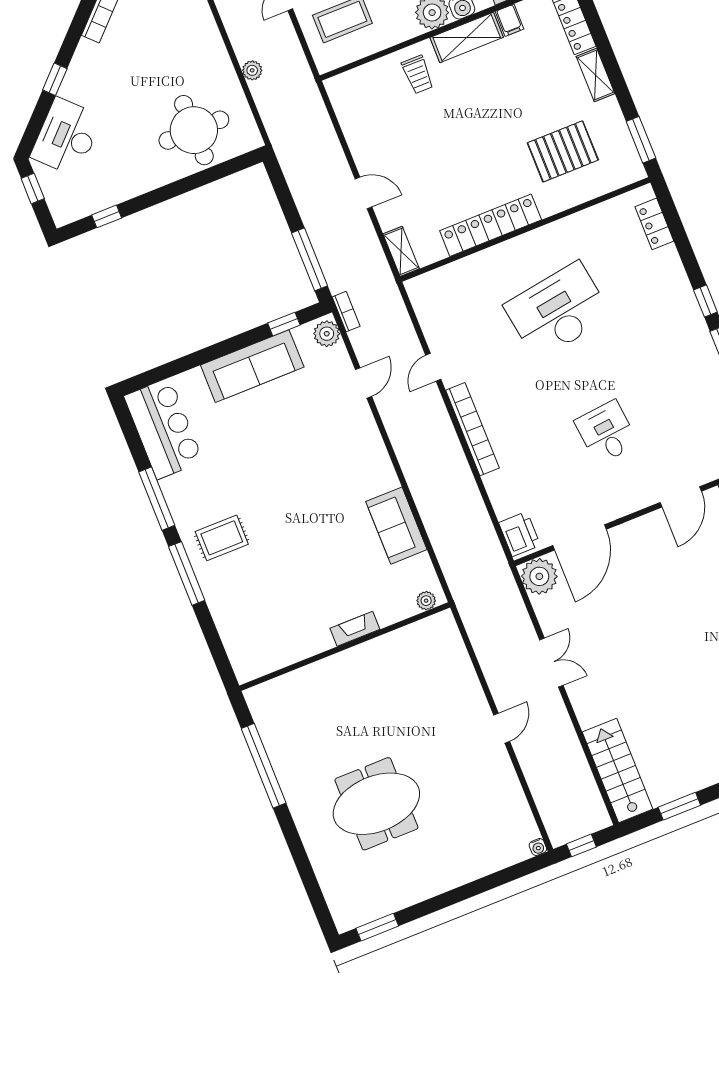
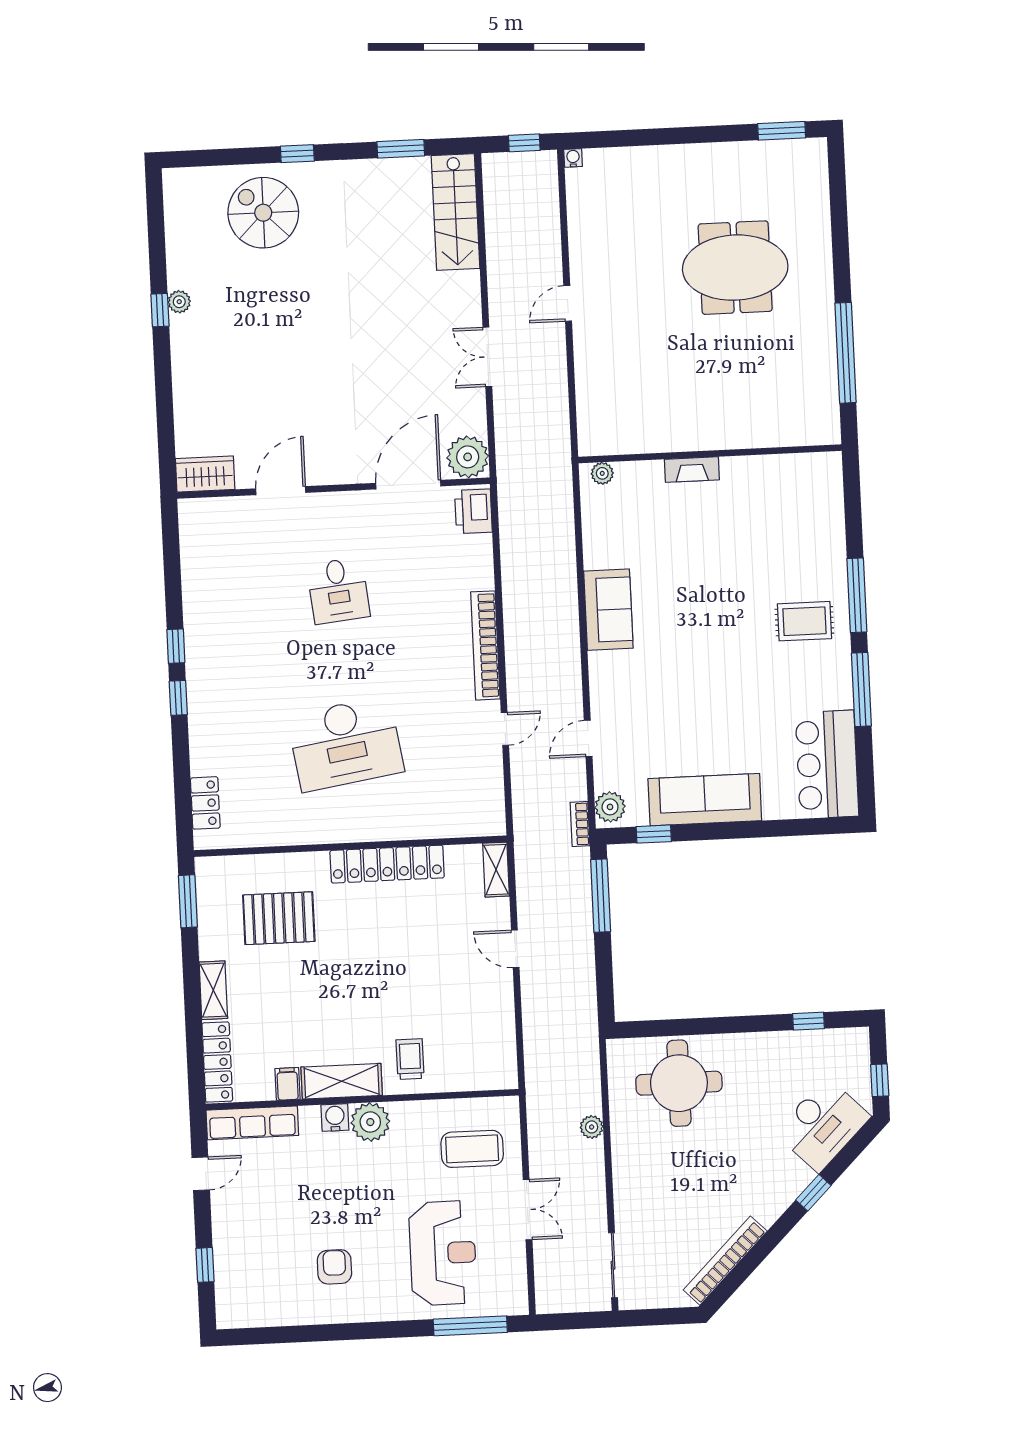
sofa: (396, 526) -> (608, 610), moved

